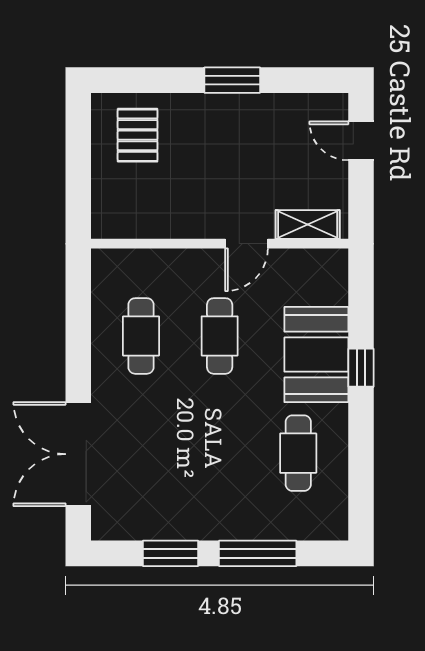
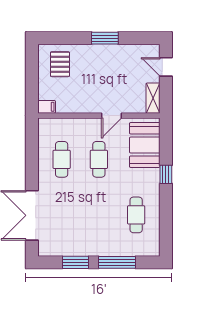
shelving: (308, 224) -> (153, 98), moved, turned 90
filing cabinet: (109, 225) -> (47, 107), added
booth: (316, 355) -> (145, 145), moved

